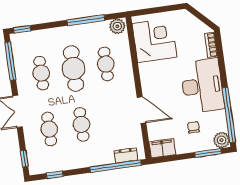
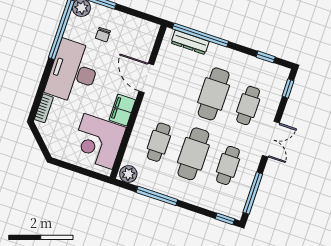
cafe table: (81, 124) -> (214, 94), width x1.37, depth x1.35
filing cabinet: (162, 148) -> (122, 110), moved, turned 90
dresser: (126, 155) -> (190, 42), width x1.44

